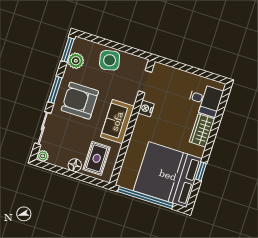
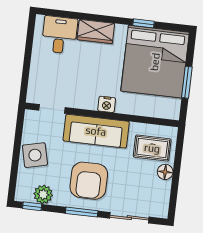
window: (68, 50) -> (32, 206), width x0.67
nightstand: (146, 108) -> (107, 104), moved
sofa: (117, 121) -> (96, 131), width x1.36
plant: (43, 156) -> (162, 211), removed
window: (145, 198) -> (187, 82), width x0.47

